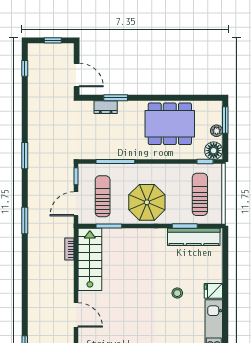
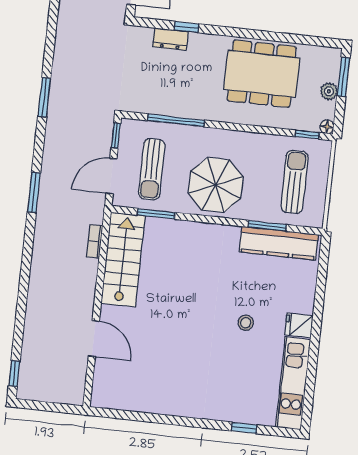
window: (116, 98) -> (186, 27), width x0.67
floor lamp: (214, 151) -> (327, 127), width x0.53, depth x0.53
sun lounger: (103, 196) -> (152, 169), turned 180

